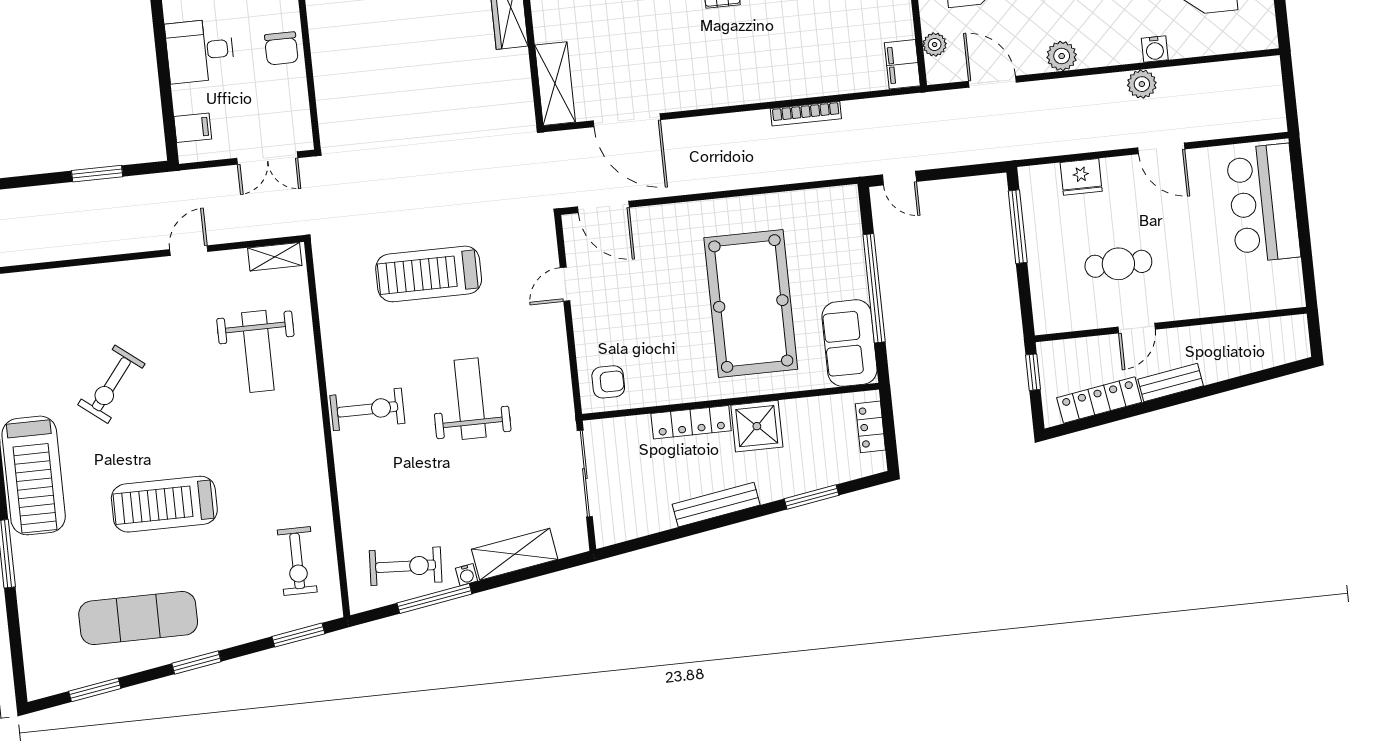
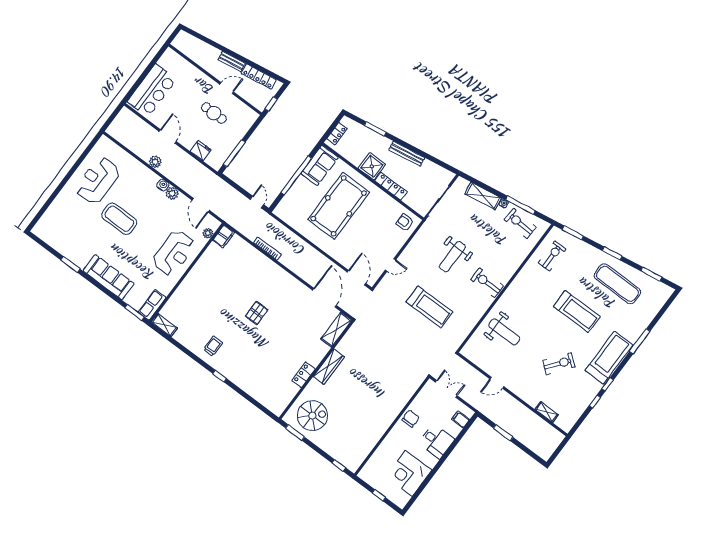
water cooler: (1155, 49) -> (163, 185), moved
shelving: (275, 257) -> (547, 412), moved
weight bench: (258, 351) -> (504, 332), turned 90

